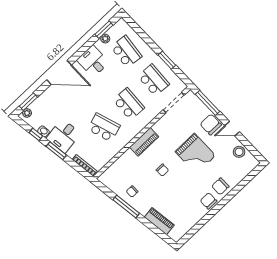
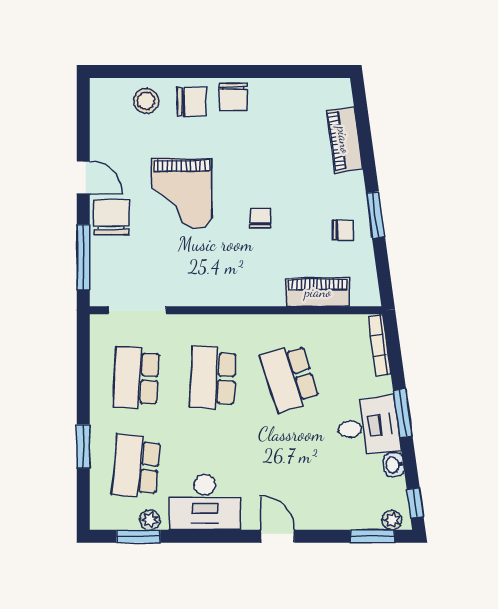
window: (167, 60) -> (83, 446), moved
desk: (93, 61) -> (205, 502), width x1.37
door: (59, 72) -> (277, 536), width x0.53
chair: (211, 125) -> (112, 217), turned 180
window: (36, 134) -> (415, 503), moved
piano: (144, 142) -> (318, 292), moved
stool: (239, 152) -> (146, 101), moved
grand piano: (195, 154) -> (181, 194), turned 180
window: (126, 206) -> (375, 215), width x0.69

